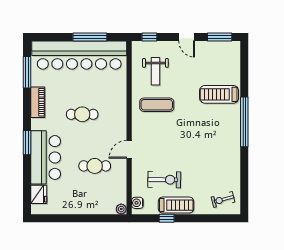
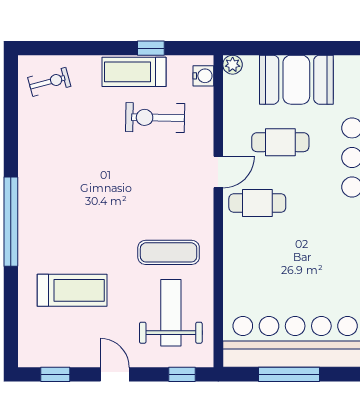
window: (220, 37) -> (55, 374), width x0.67
weight bench: (155, 71) -> (171, 313), width x1.36, depth x1.33
treadmill: (219, 94) -> (72, 290), moved
cafe table: (82, 114) -> (257, 203), moved
booth: (86, 201) -> (296, 80), added

